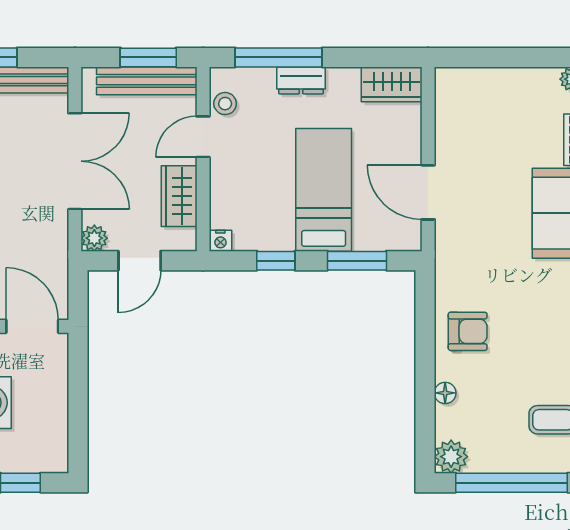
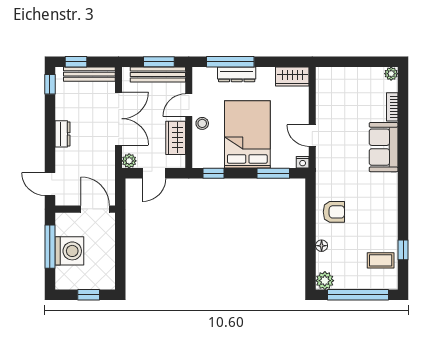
dresser: (301, 80) -> (237, 74), width x1.44
stool: (225, 104) -> (202, 123), moved
bed: (324, 190) -> (247, 134), width x1.50
door: (428, 192) -> (312, 136), width x0.73
nightstand: (220, 241) -> (303, 162), moved
window: (276, 261) -> (213, 173), moved

